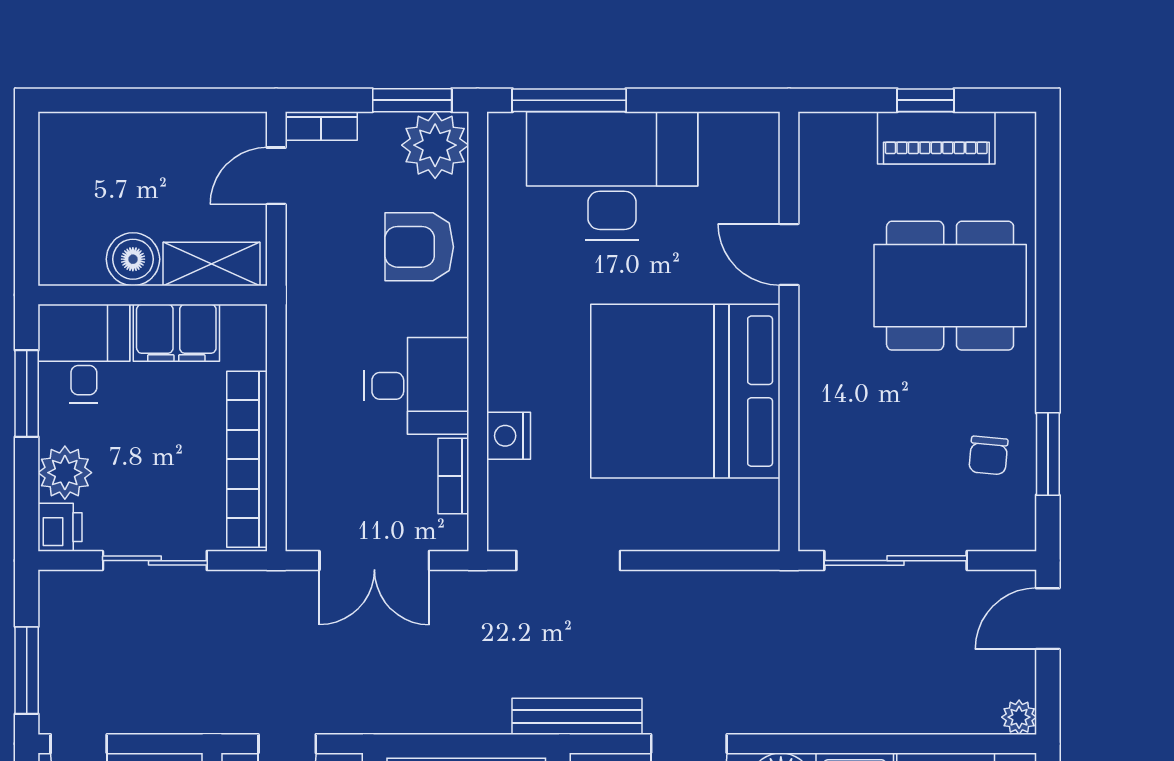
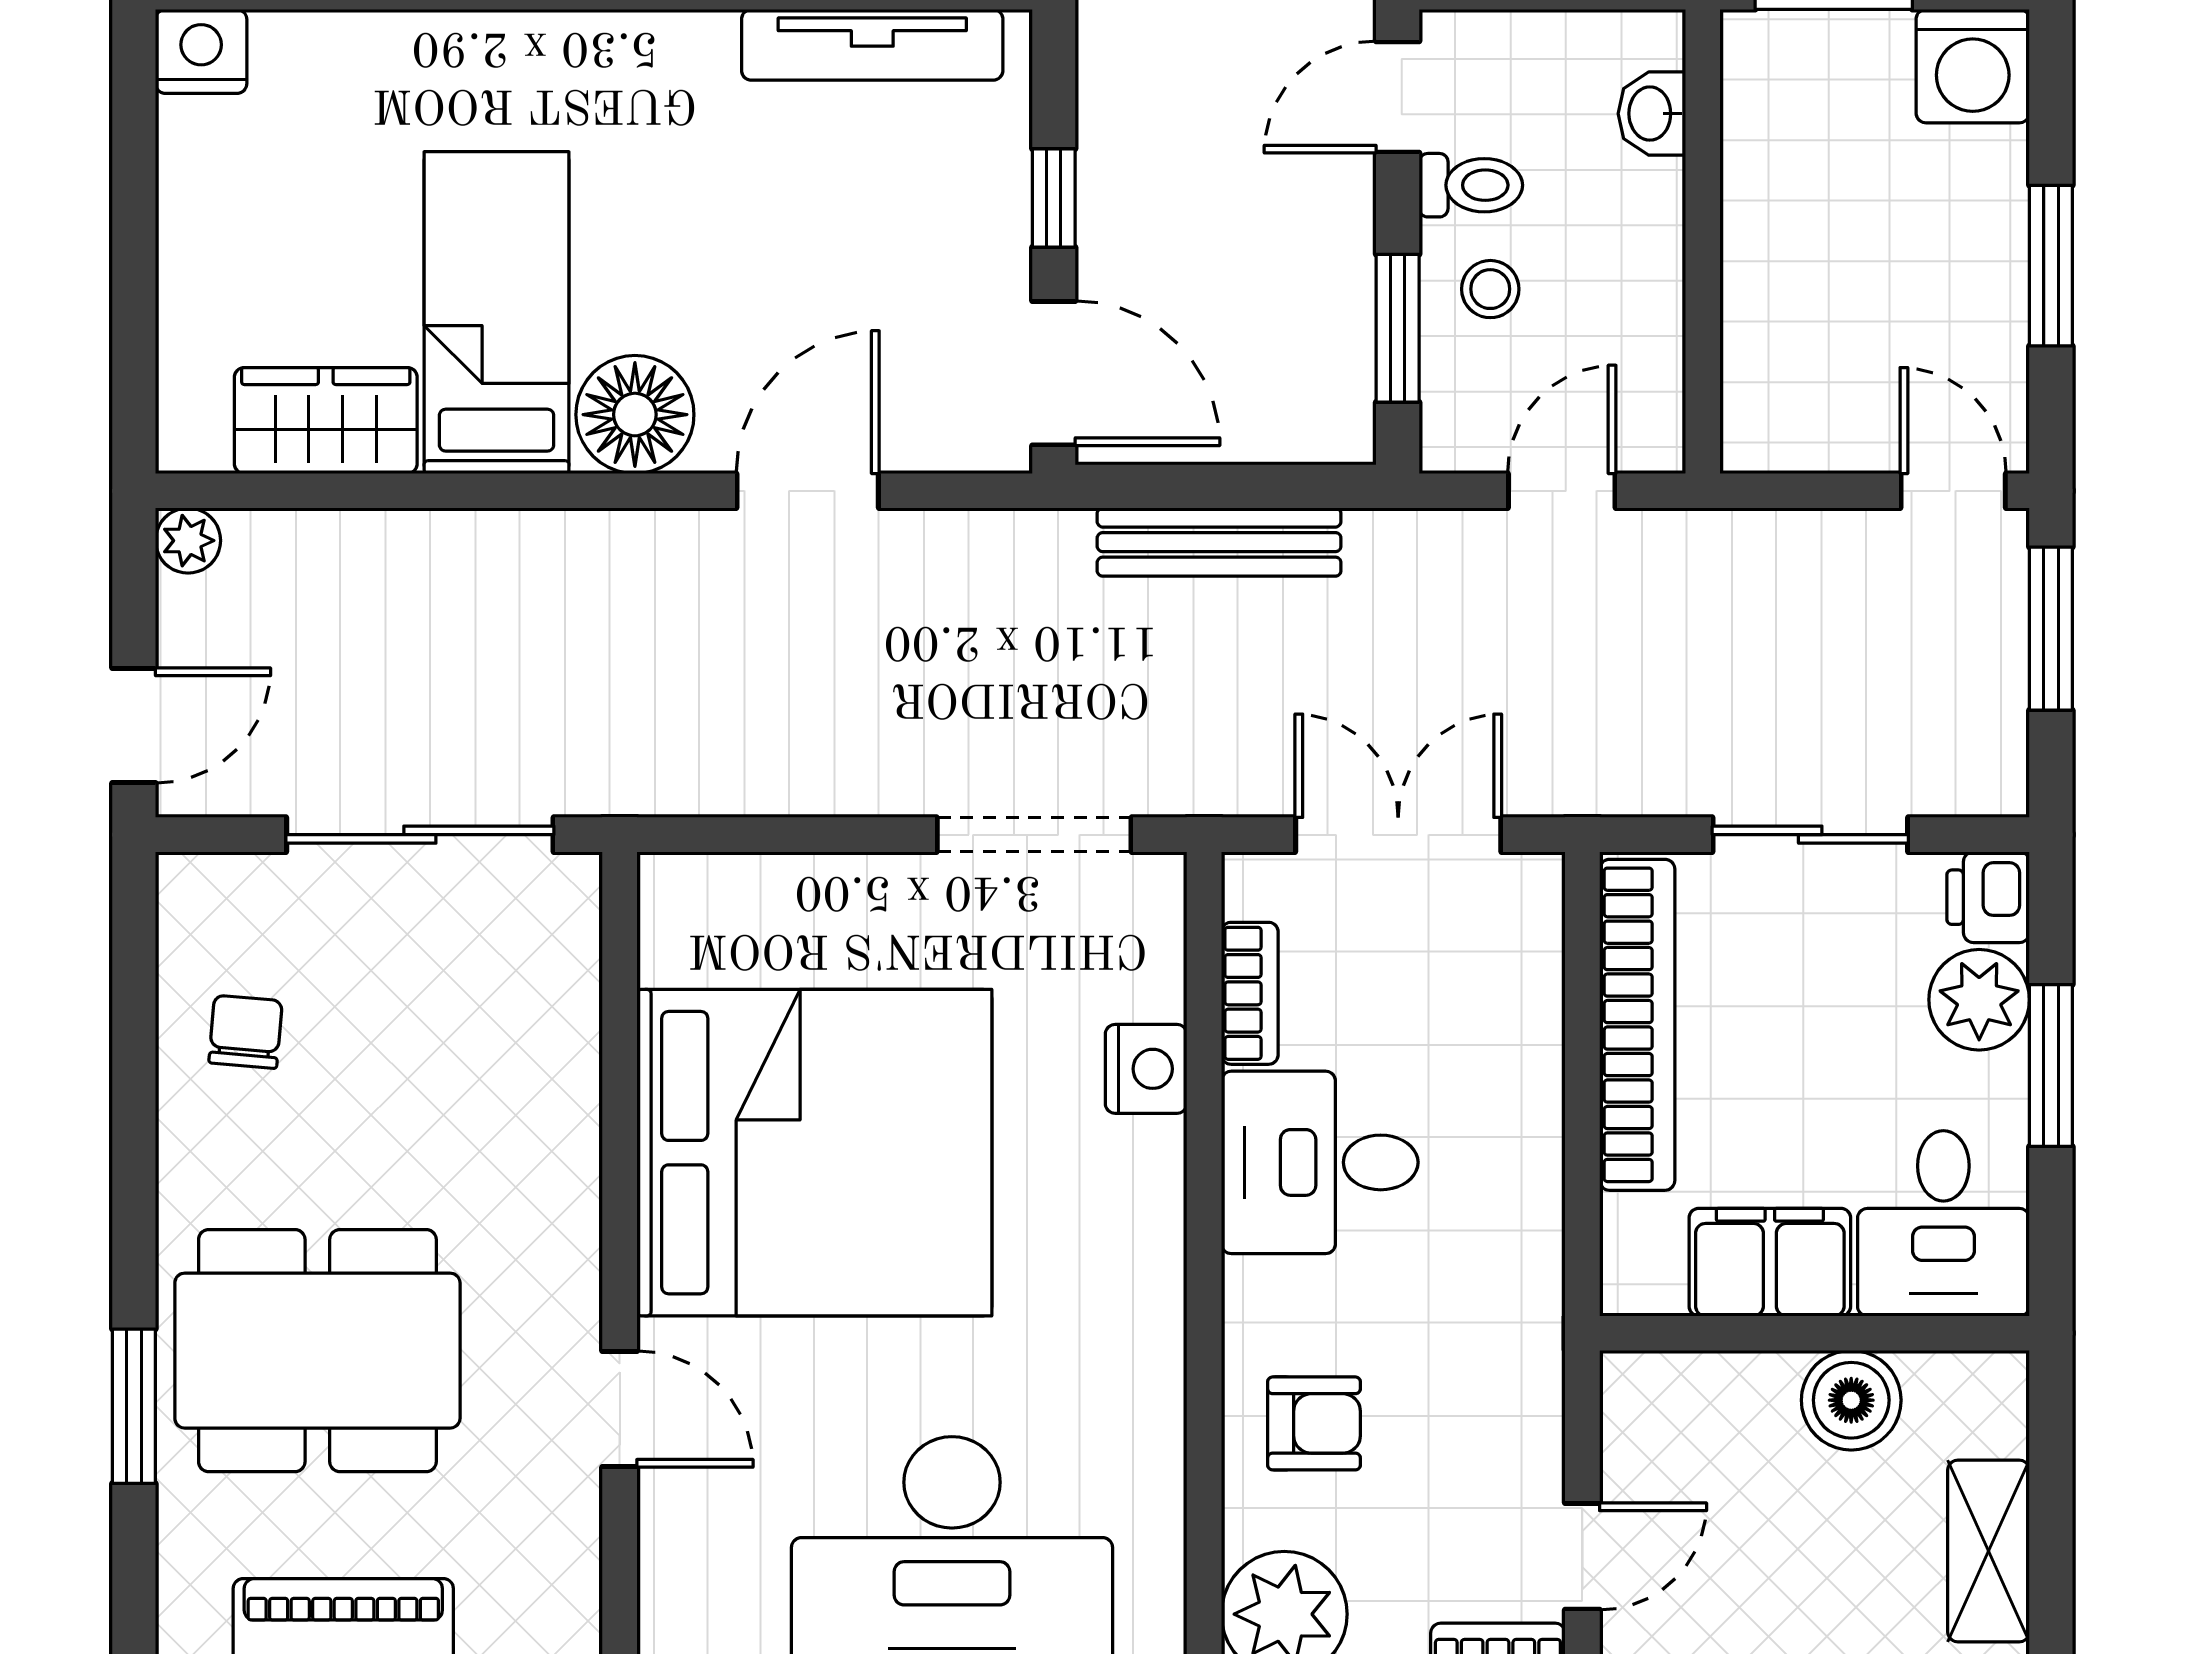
armchair: (419, 247) -> (1314, 1423), width x0.72, depth x0.72
shelving: (212, 264) -> (1989, 1551), moved, turned 90
window: (27, 394) -> (2051, 1065), moved
window: (1048, 454) -> (134, 1406), moved
bench: (577, 716) -> (1219, 542), moved

